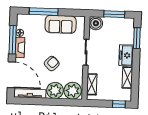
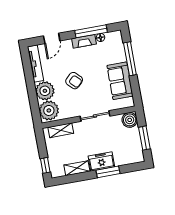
window: (137, 38) -> (108, 172), moved
door: (11, 75) -> (52, 38), width x0.53

